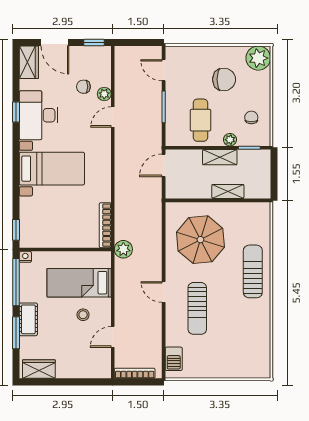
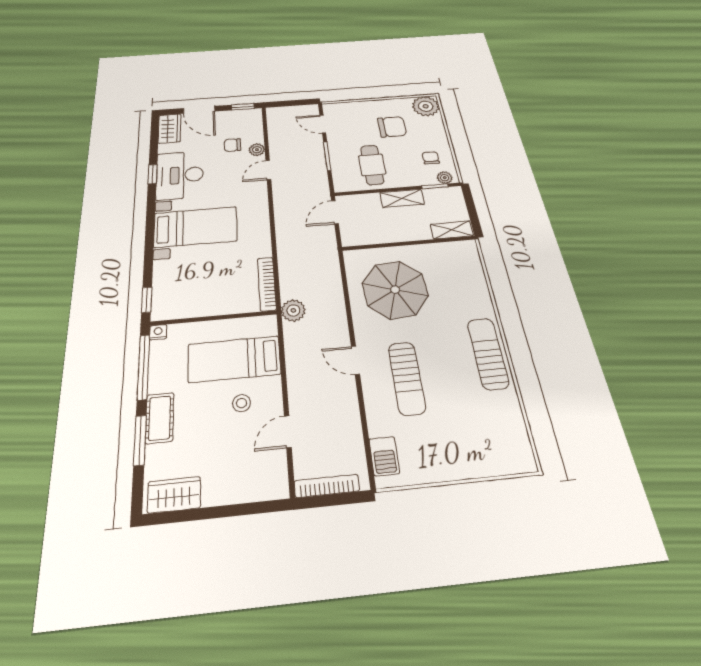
plant: (230, 140) -> (445, 178), moved
shelving: (228, 191) -> (452, 230), moved
sun lounger: (253, 271) -> (488, 353), moved

